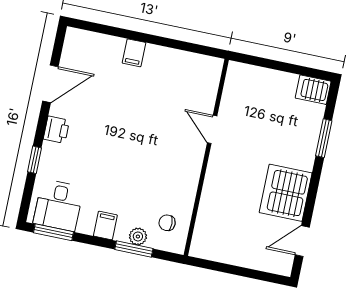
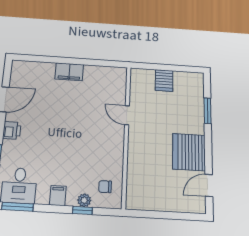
filing cabinet: (134, 53) -> (69, 72), width x2.00
server rack: (313, 90) -> (164, 80), moved, turned -90
window: (134, 249) -> (82, 210), width x0.67

